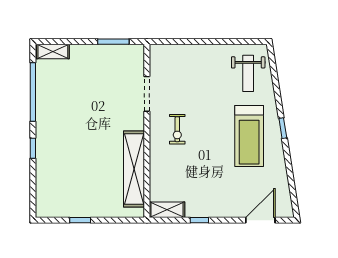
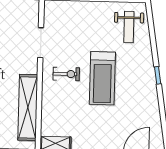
exercise bike: (177, 129) -> (66, 74), turned -90
treadmill: (249, 136) -> (102, 78), moved

